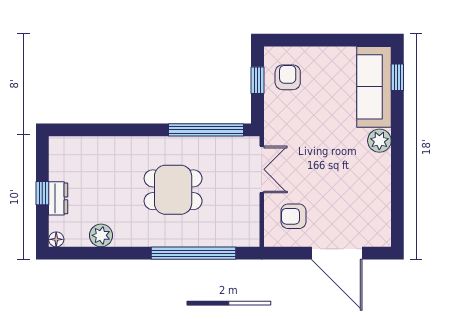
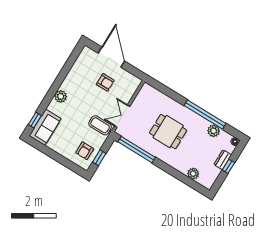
sofa: (374, 87) -> (45, 127), width x0.73
coffee table: (288, 133) -> (100, 125), added
plant: (92, 147) -> (193, 174), added
armchair: (293, 216) -> (105, 82), moved
window: (194, 253) -> (205, 115), moved

